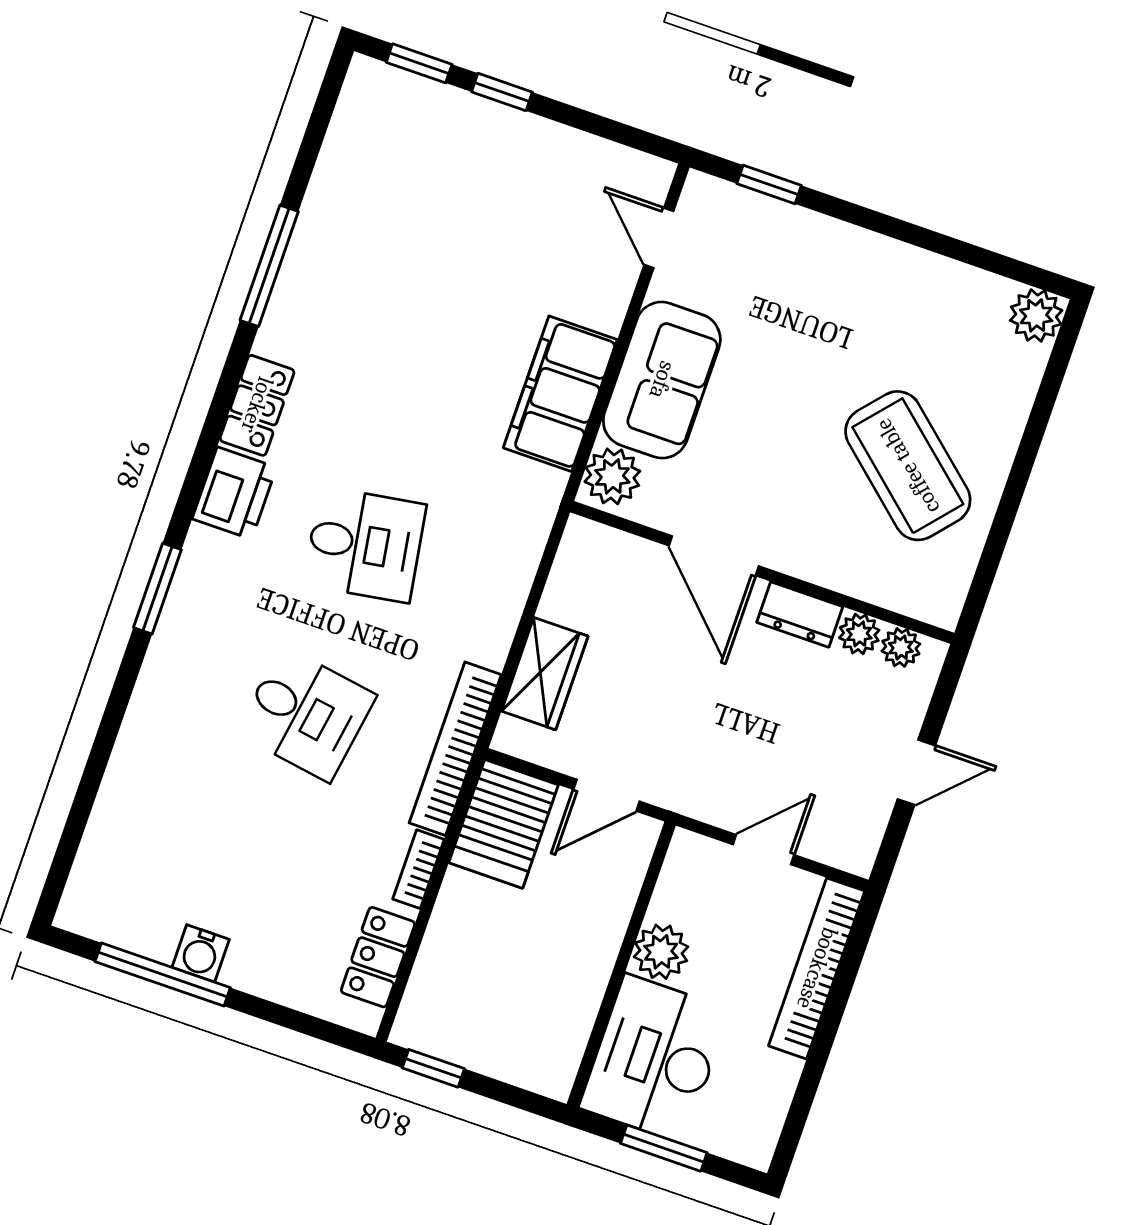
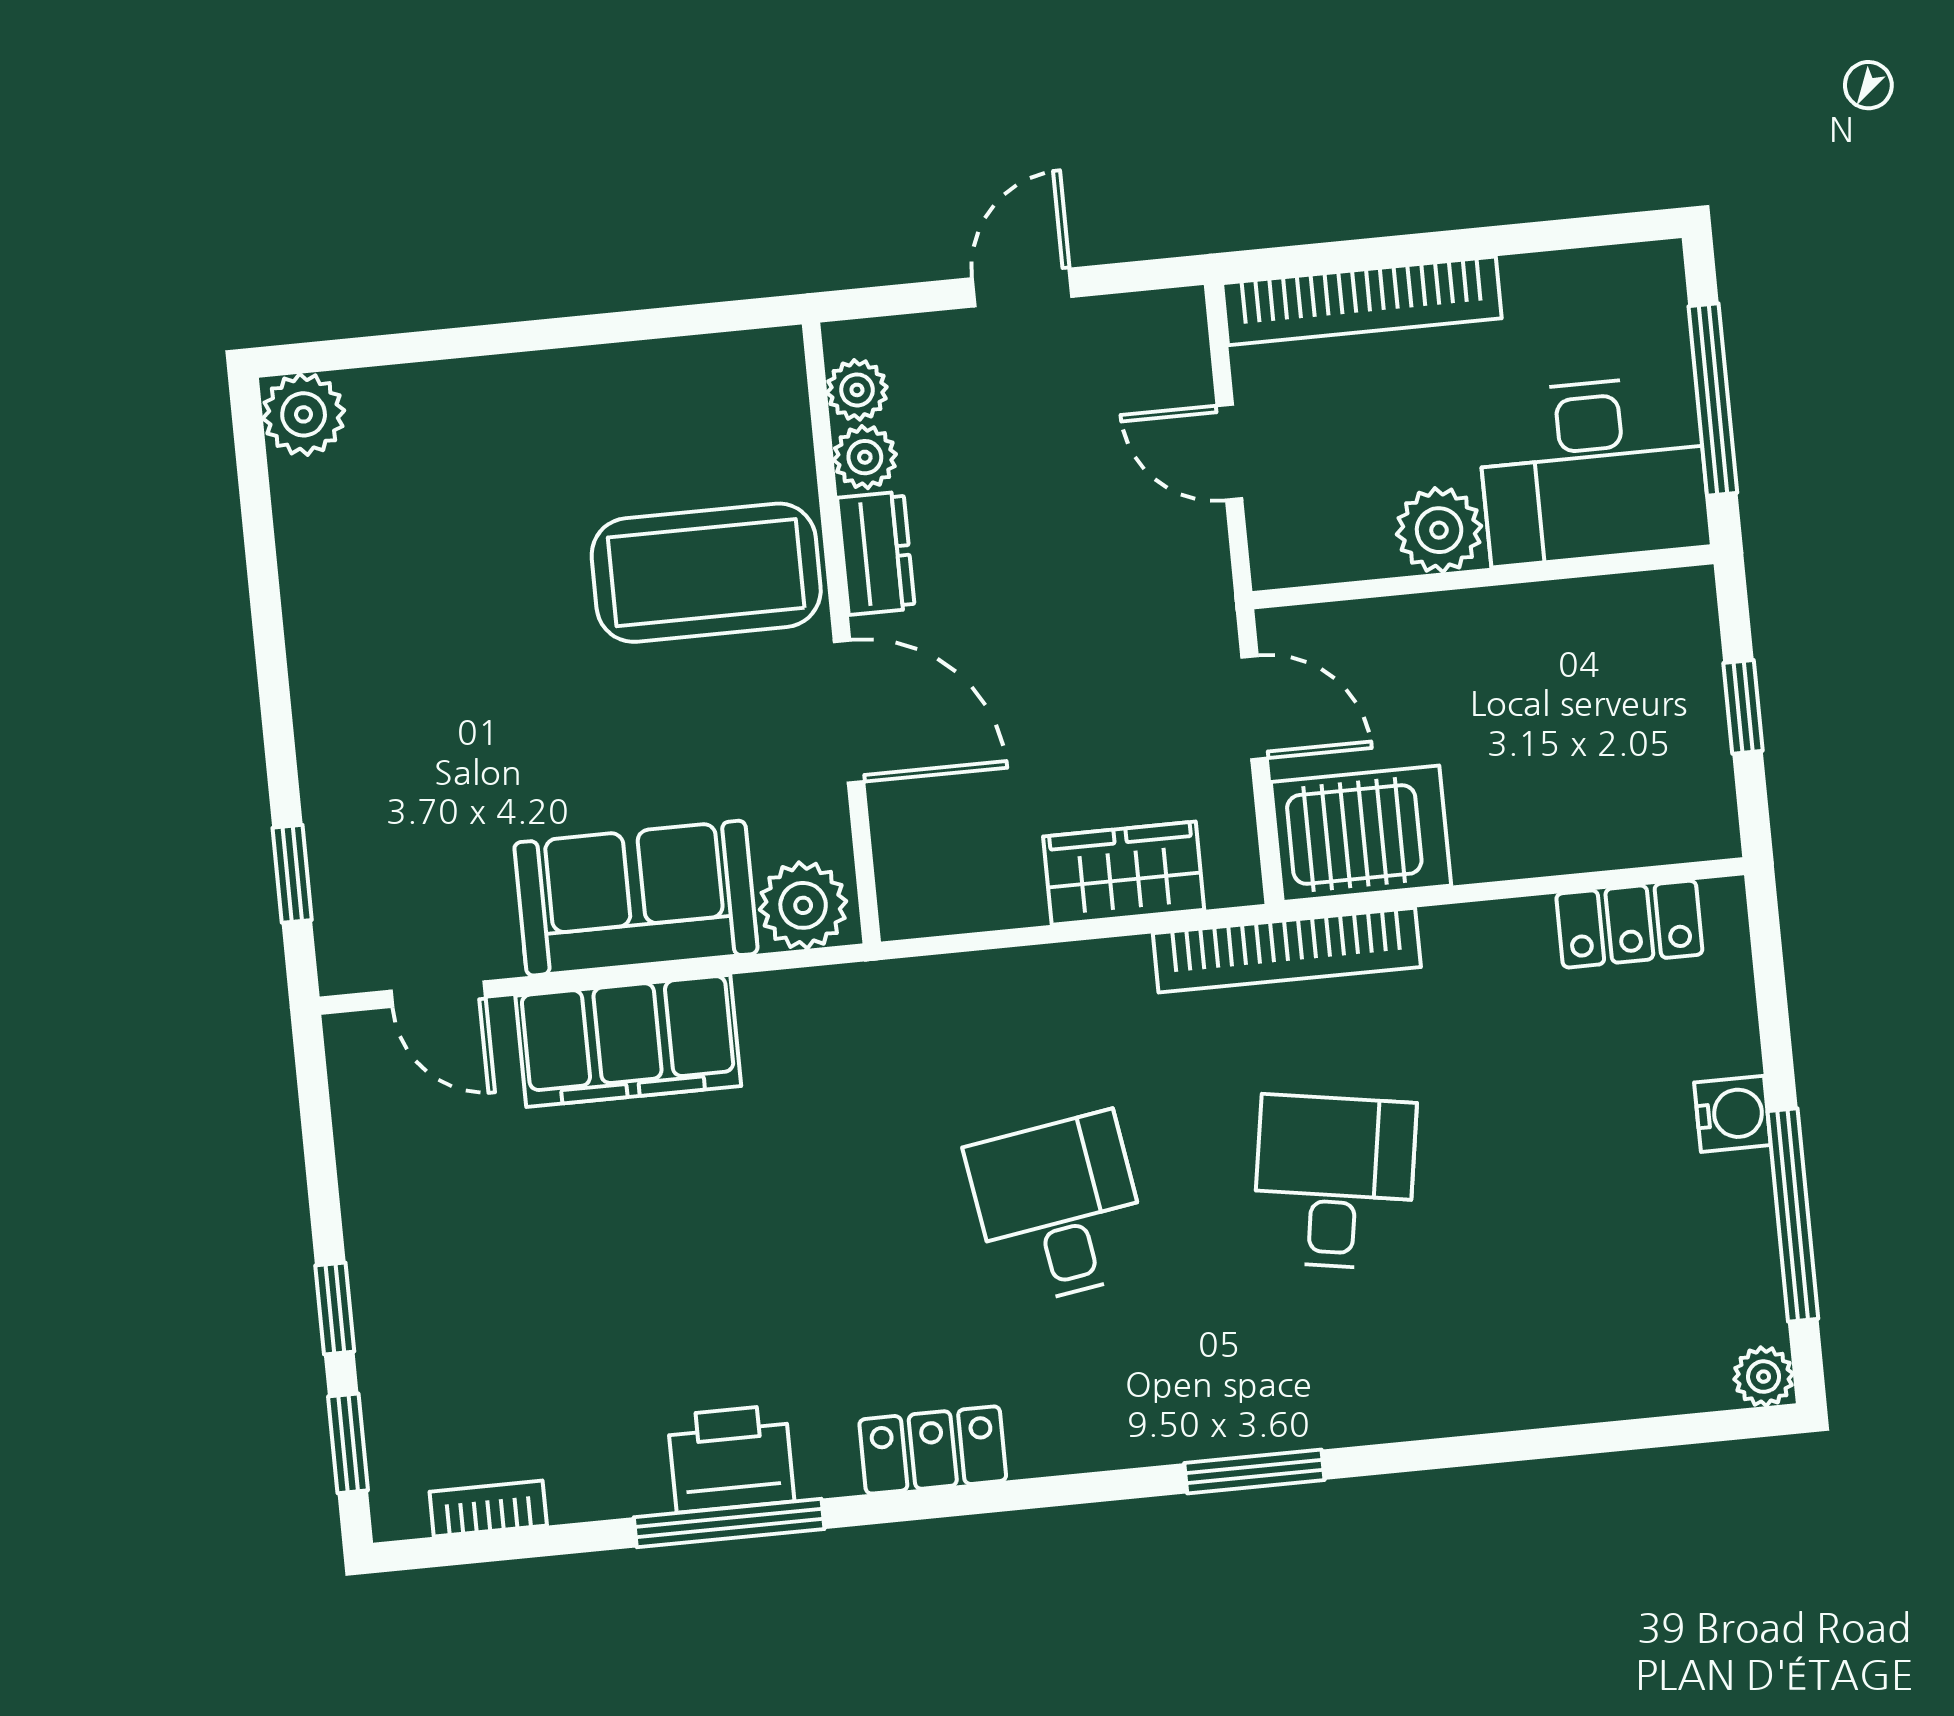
door: (659, 238) -> (438, 994), hinge flipped
filing cabinet: (560, 394) -> (628, 1041), moved
coffee table: (908, 466) -> (706, 573), moved, turned 49
printer: (234, 493) -> (731, 1459), moved
door: (714, 556) -> (849, 712), hinge flipped
door: (916, 772) -> (1022, 287), hinge flipped
bookcase: (418, 869) -> (488, 1509), moved, turned 180
plant: (76, 914) -> (1764, 1377), added
water cooler: (201, 953) -> (1732, 1114), moved
window: (433, 1068) -> (1743, 707), moved
window: (664, 1148) -> (1713, 399), width x1.44

